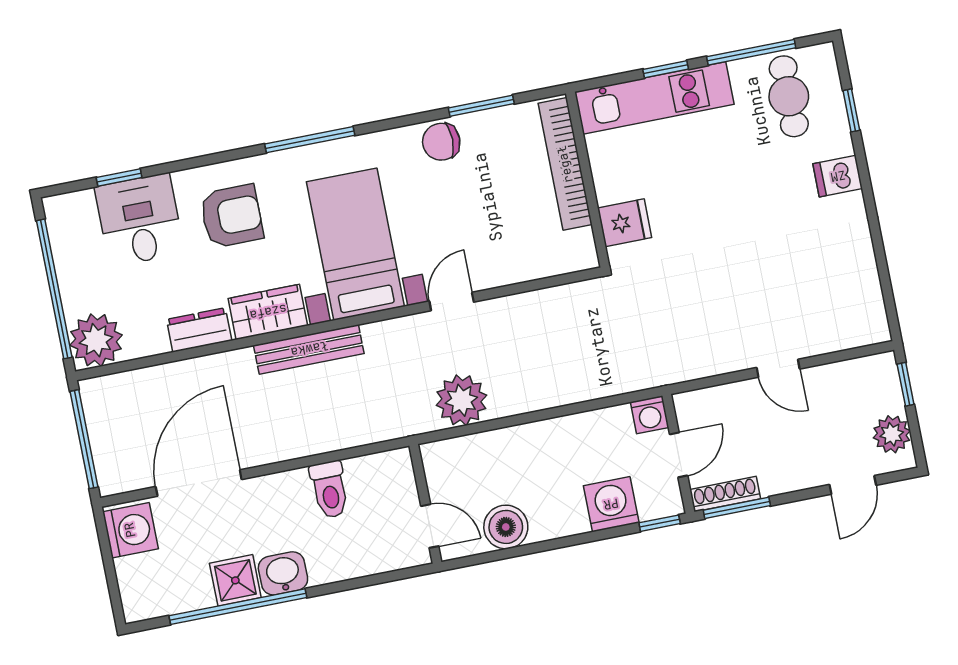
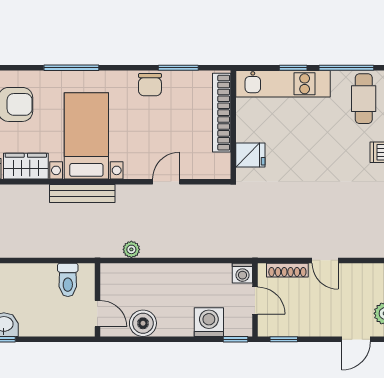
chair: (441, 142) -> (150, 85), turned -90
door: (452, 301) -> (166, 182), moved
bench: (309, 349) -> (82, 193), moved
plant: (461, 400) -> (131, 249), width x0.53, depth x0.53
door: (679, 455) -> (255, 301), hinge flipped
toilet: (329, 490) -> (68, 280), moved
shoe rack: (725, 494) -> (287, 270), moved, turned 180
window: (737, 508) -> (284, 339), width x0.67

